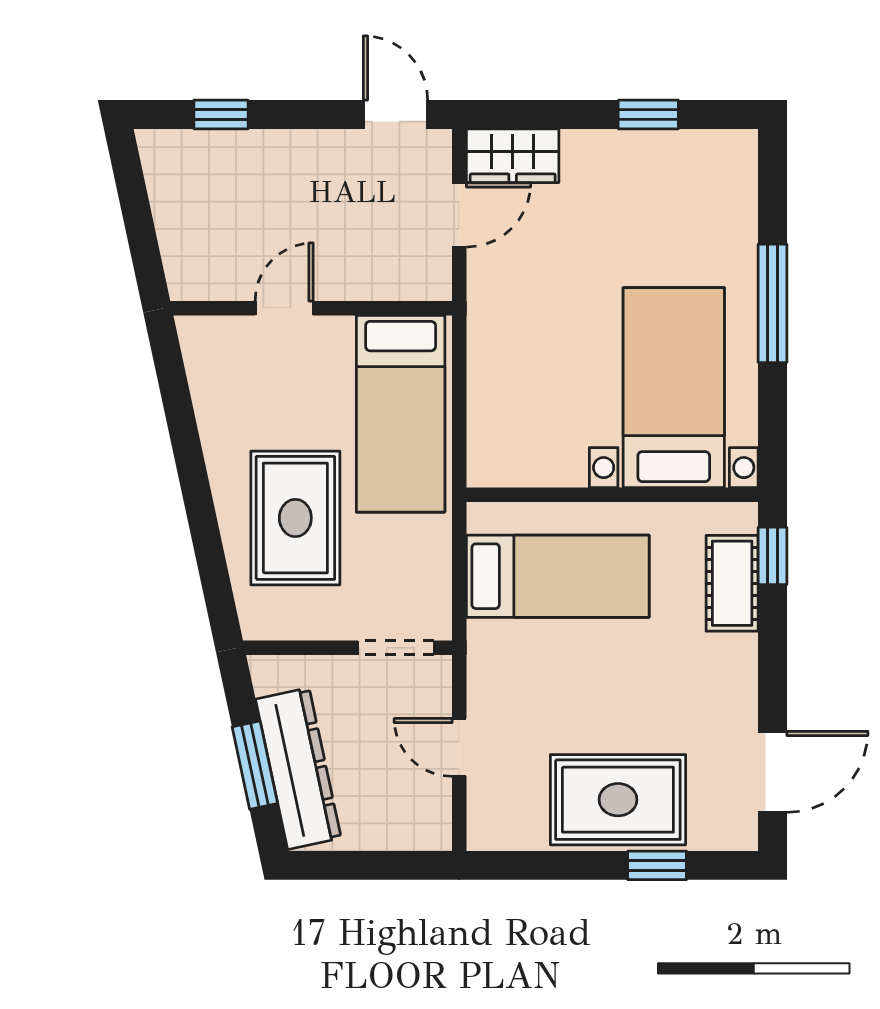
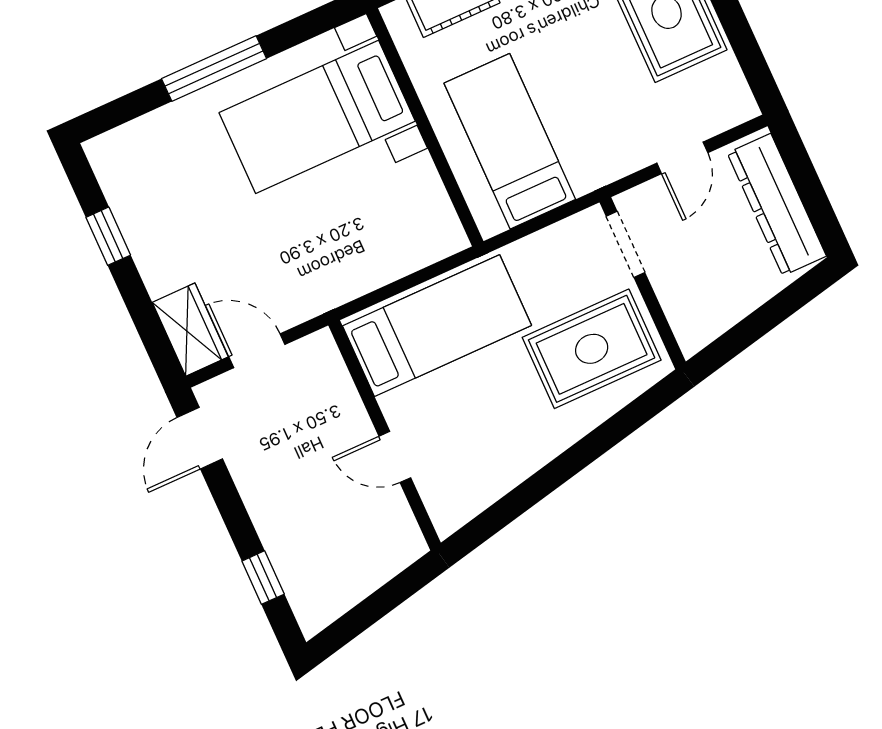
rug: (295, 518) -> (592, 349), moved
window: (255, 765) -> (771, 315), removed
dresser: (298, 769) -> (777, 205), moved, turned -78

